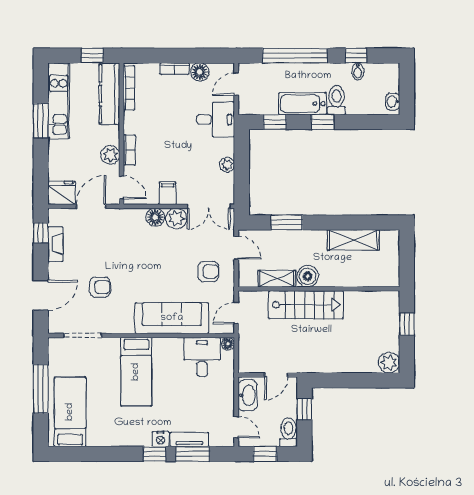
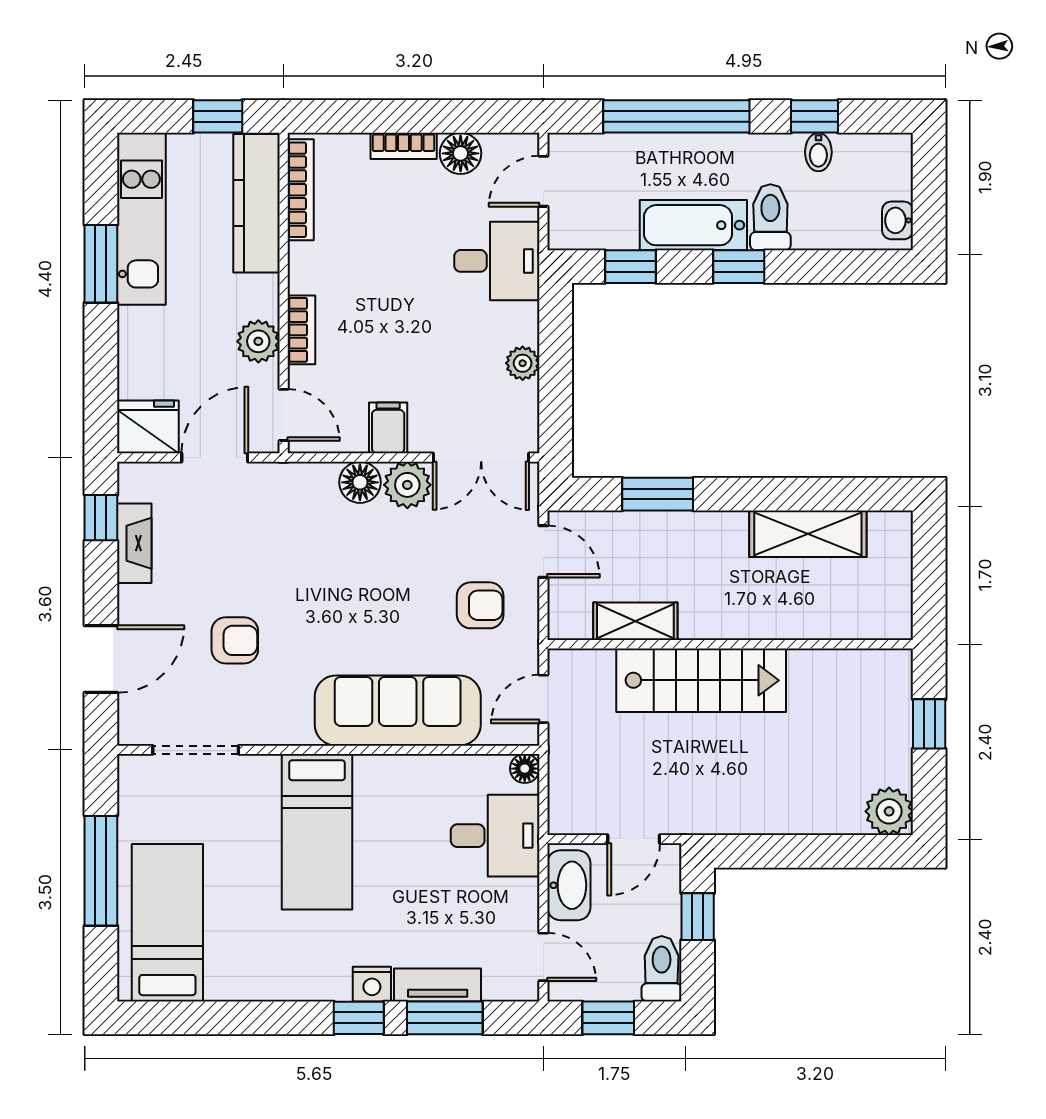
boiler: (308, 276) -> (705, 616), removed
desk: (202, 357) -> (495, 836), moved, turned 90

